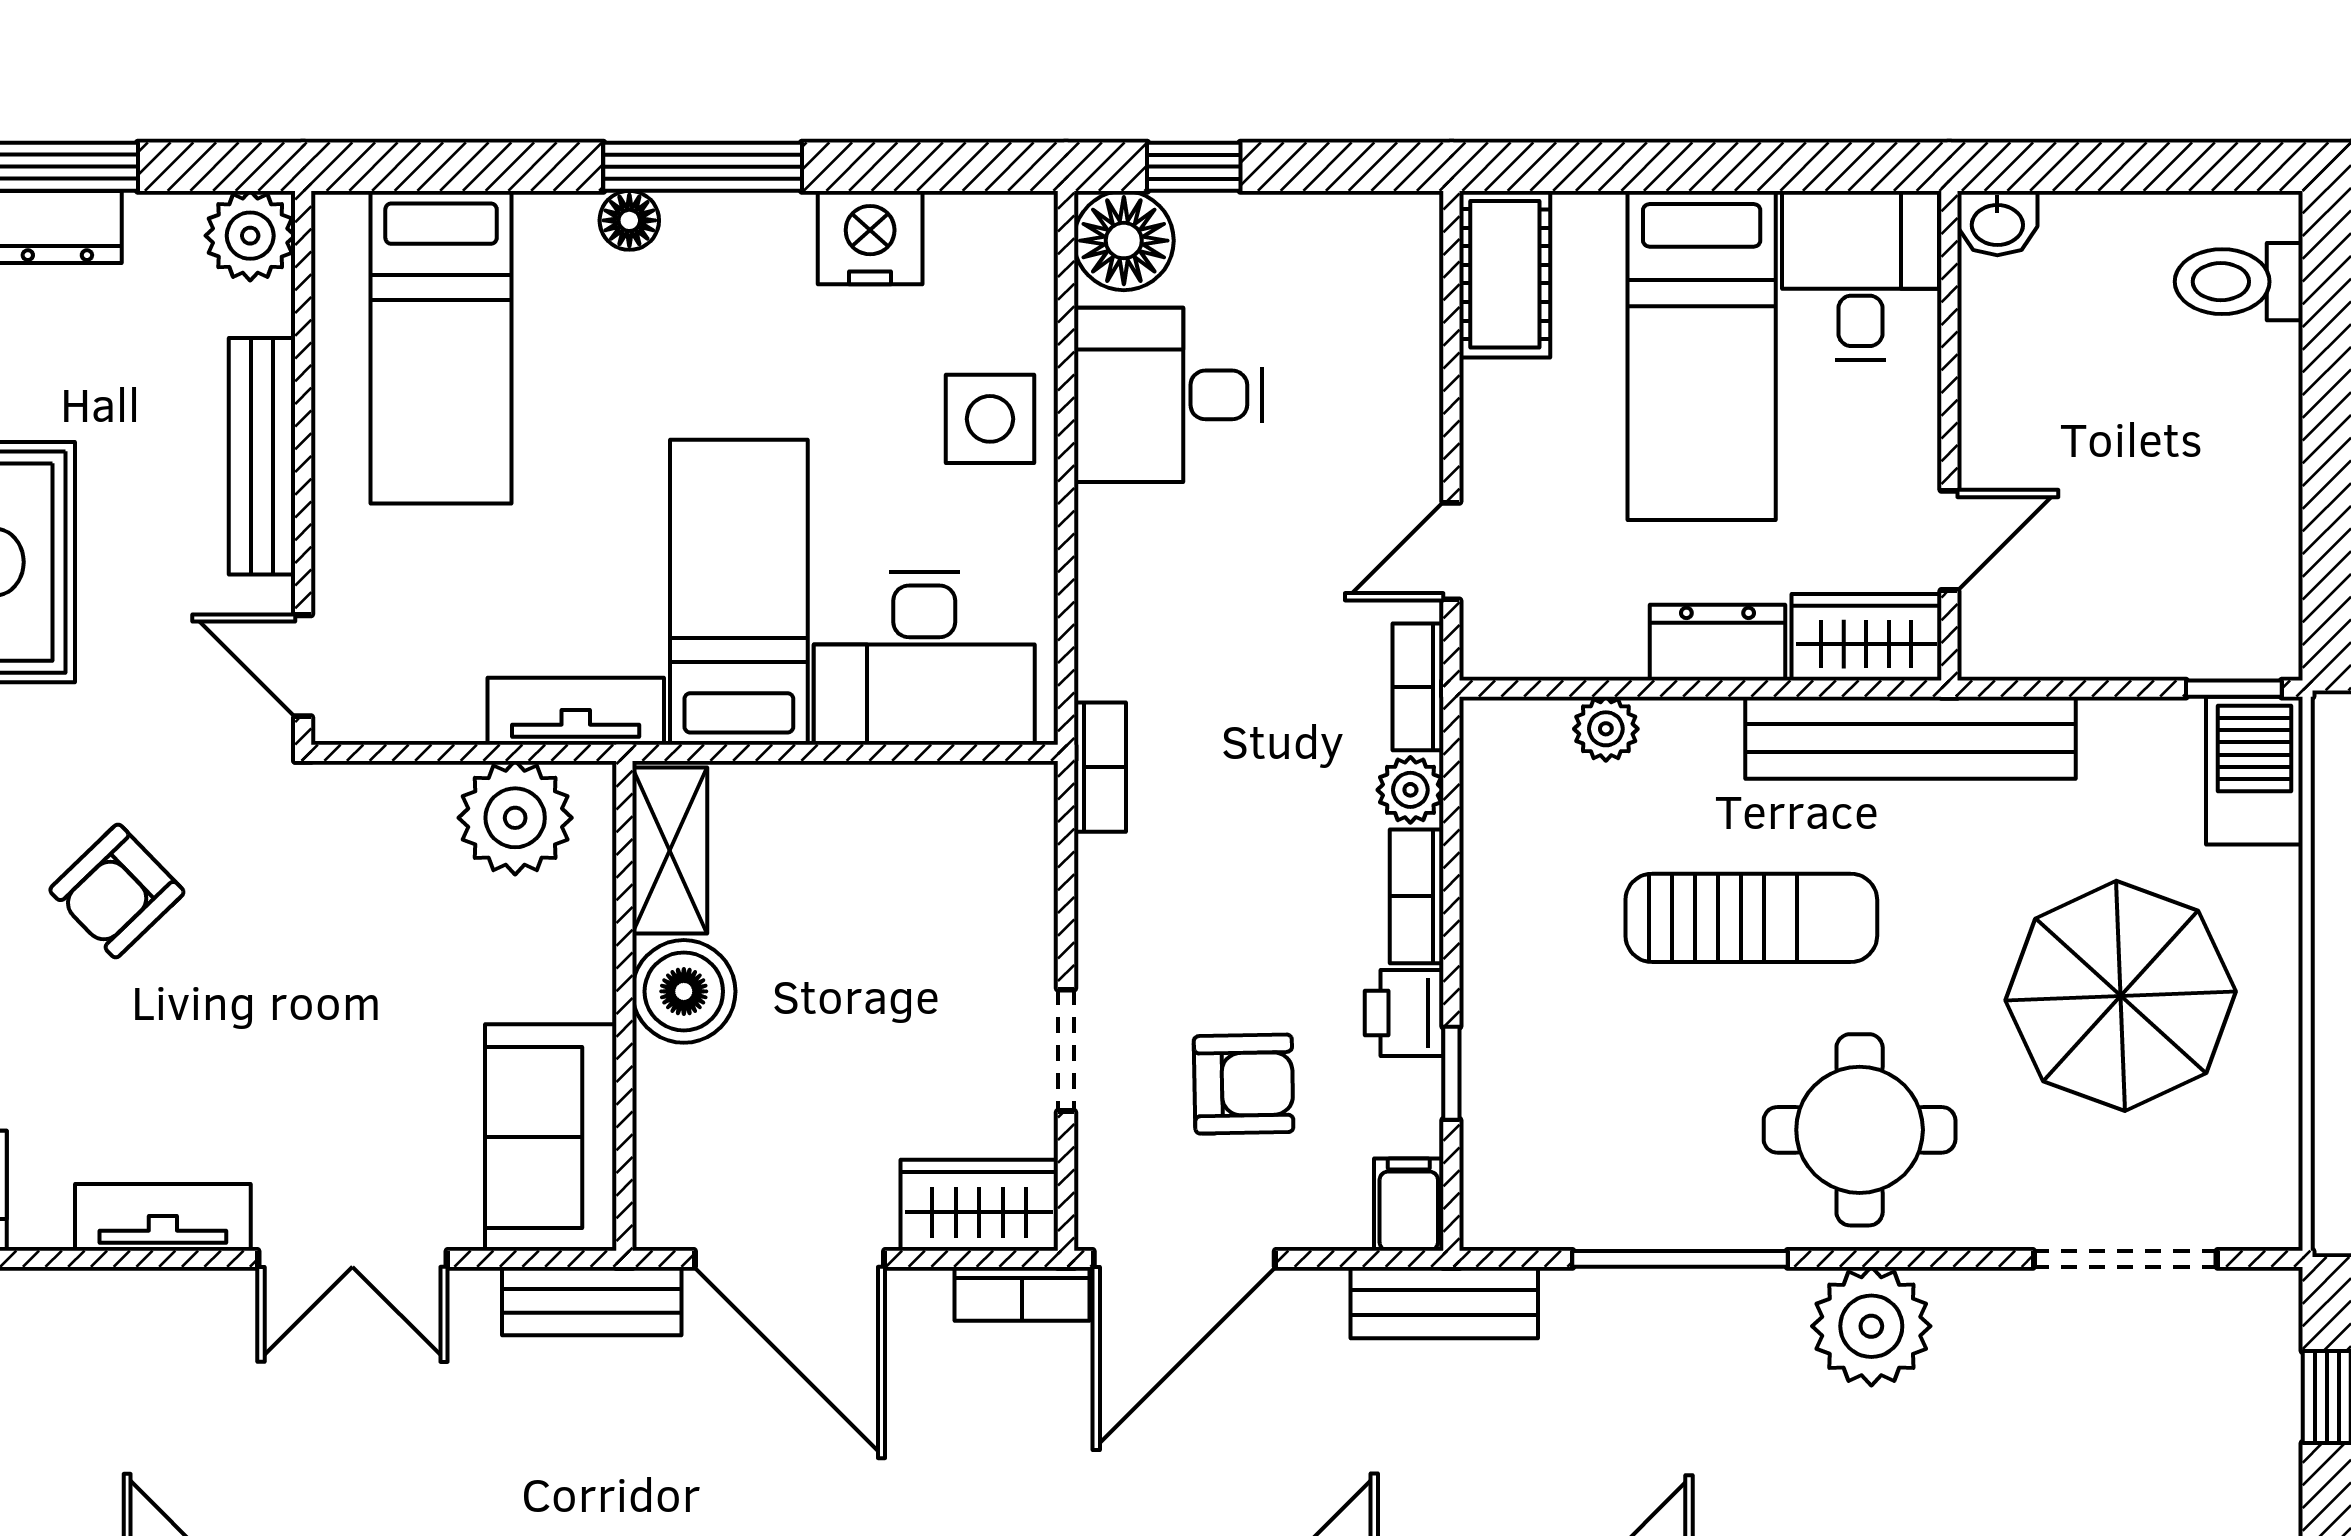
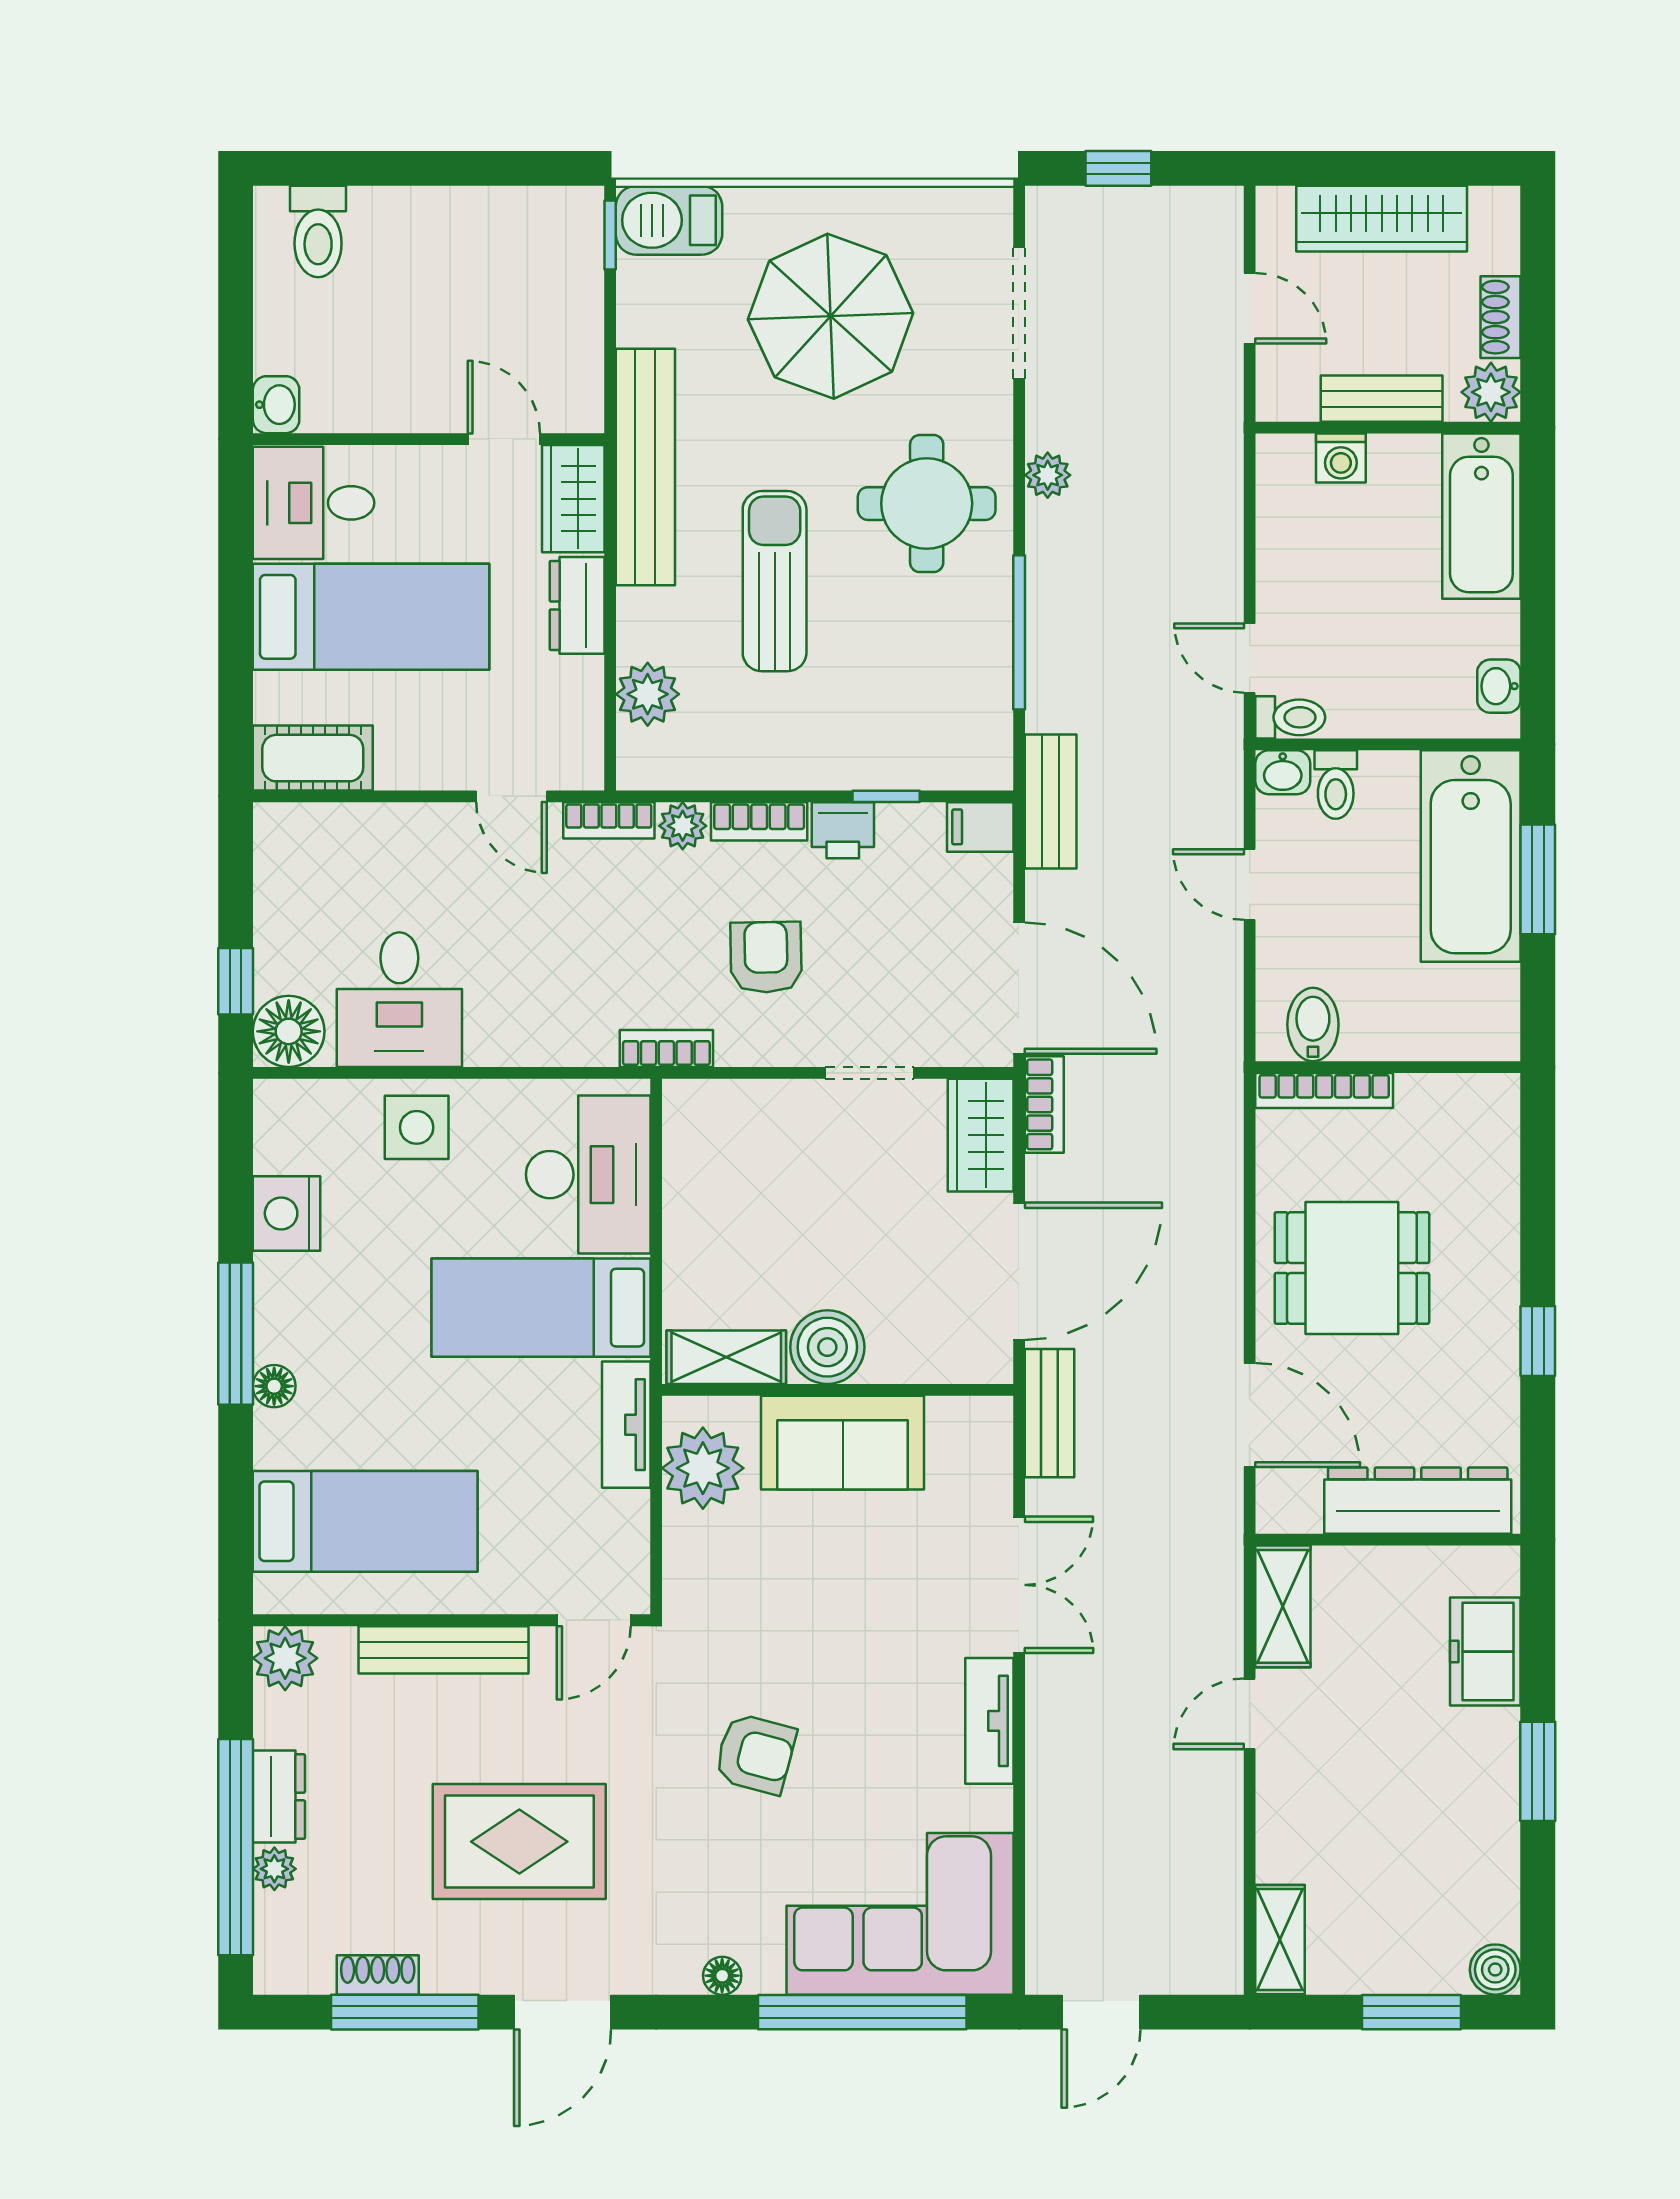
plant: (1606, 729) -> (648, 694), width x1.38, depth x1.38
armchair: (117, 891) -> (755, 1754), turned -31
armchair: (1244, 1084) -> (766, 957), moved
sofa: (551, 1137) -> (843, 1443), moved
plant: (1871, 1326) -> (1048, 475), width x0.53, depth x0.53

